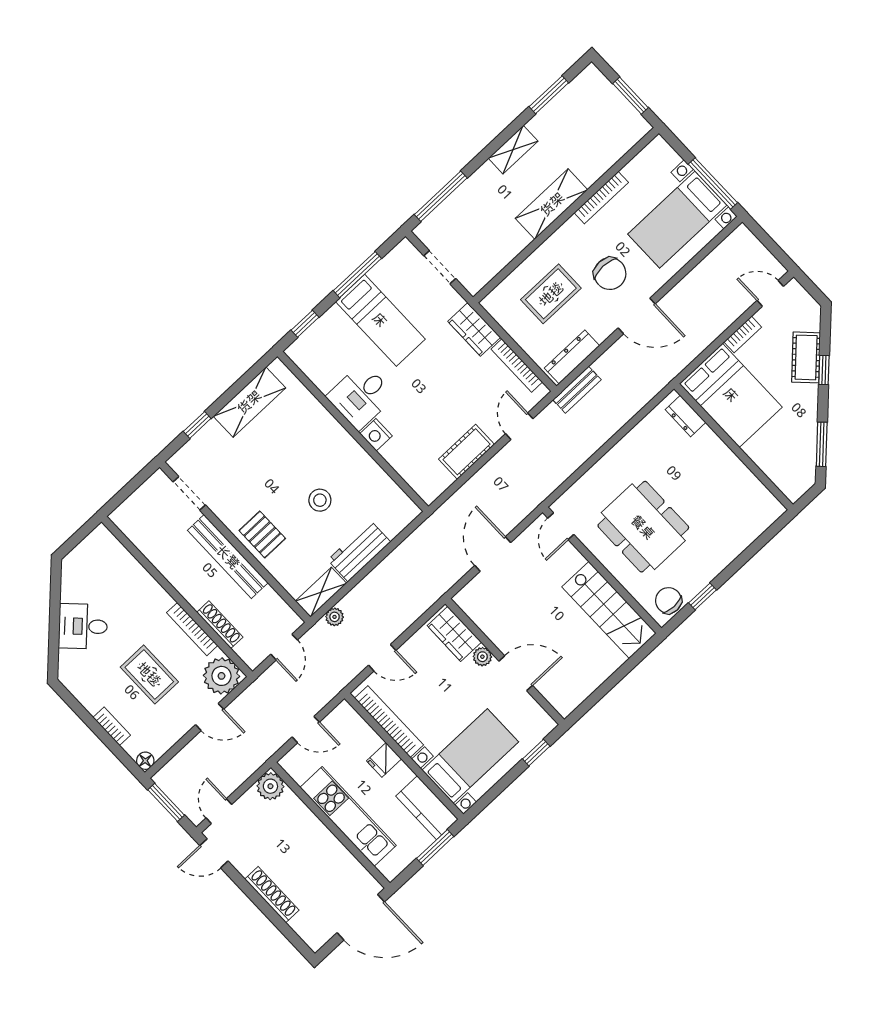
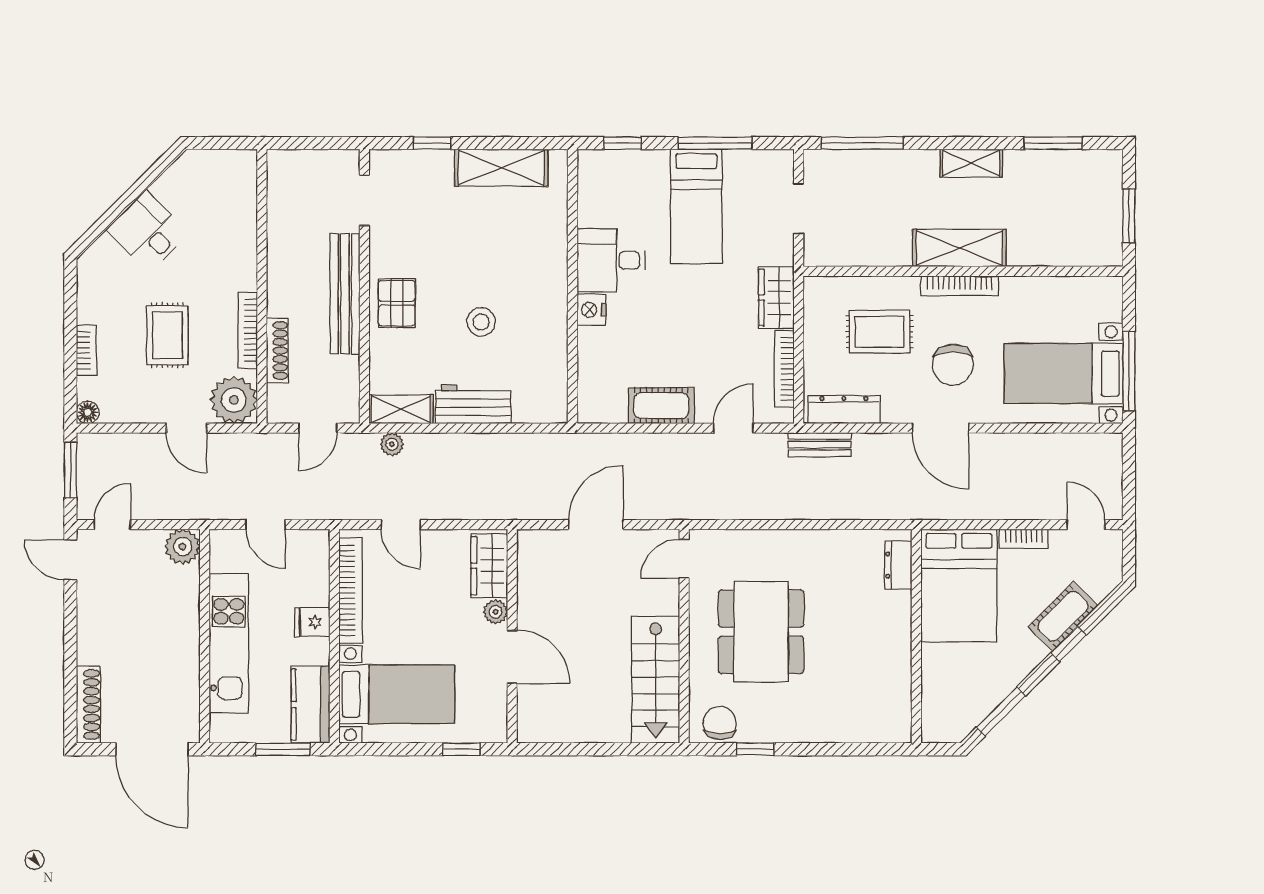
bookcase: (601, 198) -> (960, 286), moved
shoe rack: (272, 895) -> (88, 705), moved

